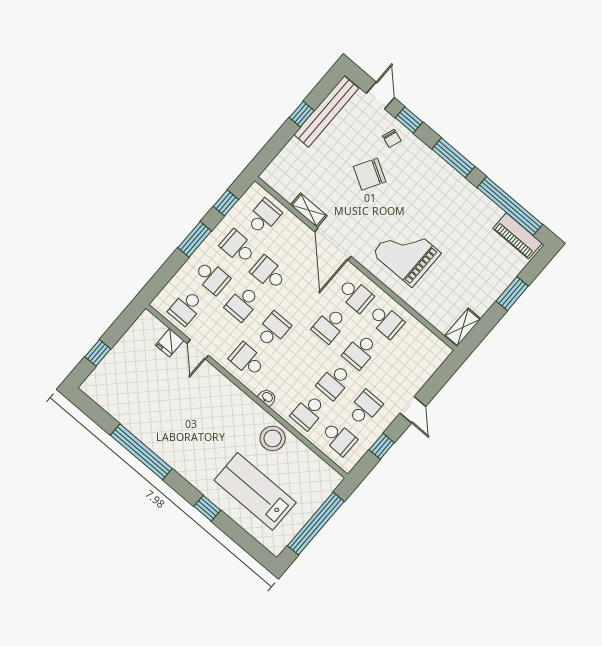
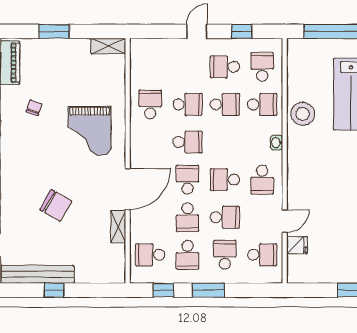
chair: (392, 138) -> (34, 108), moved
school desk: (355, 295) -> (188, 180), moved

